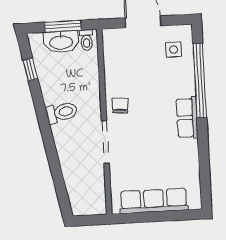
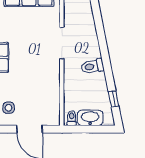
window: (63, 26) -> (88, 129), removed
chair: (120, 106) -> (50, 69), removed

